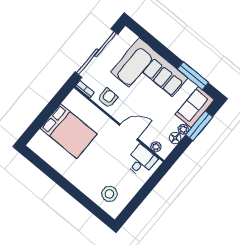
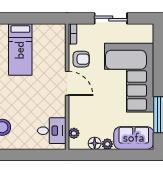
sliding door: (96, 53) -> (111, 18), width x0.54
window: (199, 126) -> (121, 155), removed
bed: (69, 131) -> (20, 50), width x0.67
door: (128, 132) -> (67, 83), moved

